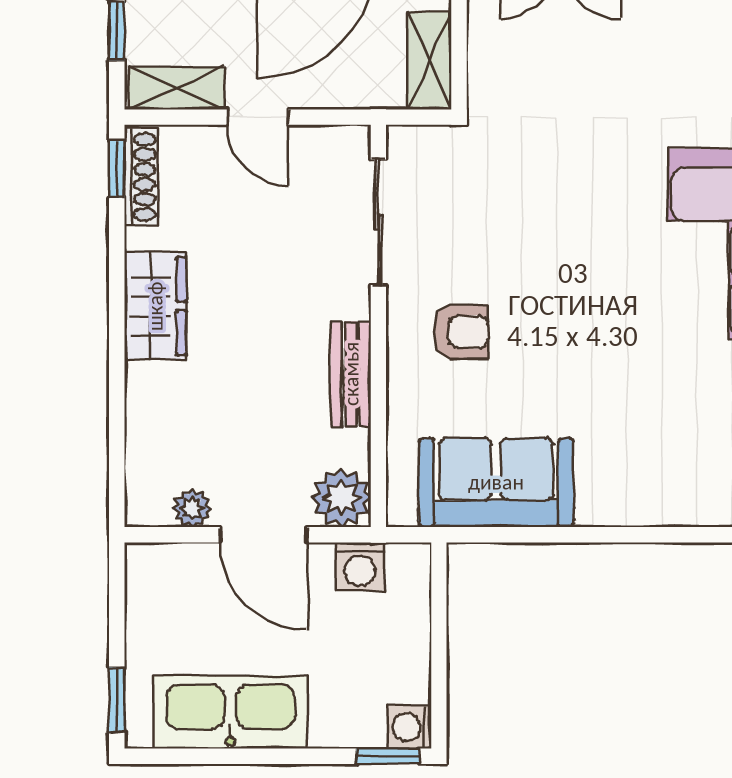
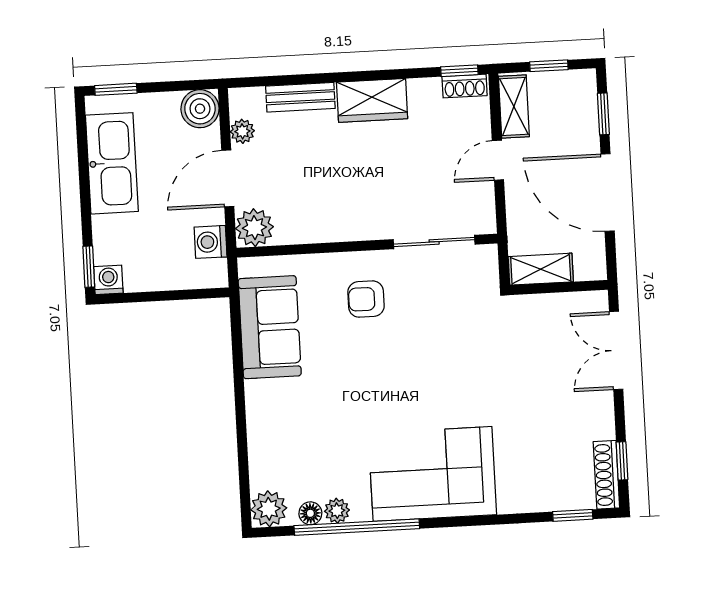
shoe rack: (141, 177) -> (465, 86), width x0.70
armchair: (461, 332) -> (366, 299), turned 90
bench: (351, 374) -> (300, 97), moved
boiler: (154, 572) -> (200, 109), added

